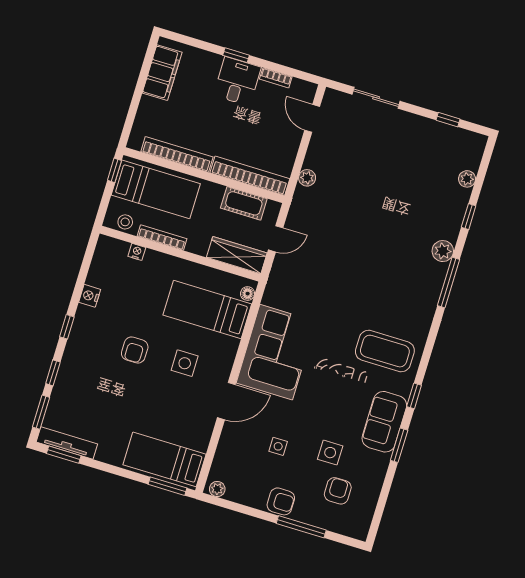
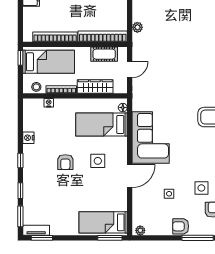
wardrobe: (237, 255) -> (95, 87), moved
tv unit: (67, 443) -> (36, 230), width x0.71
armchair: (281, 501) -> (181, 226), turned 180

